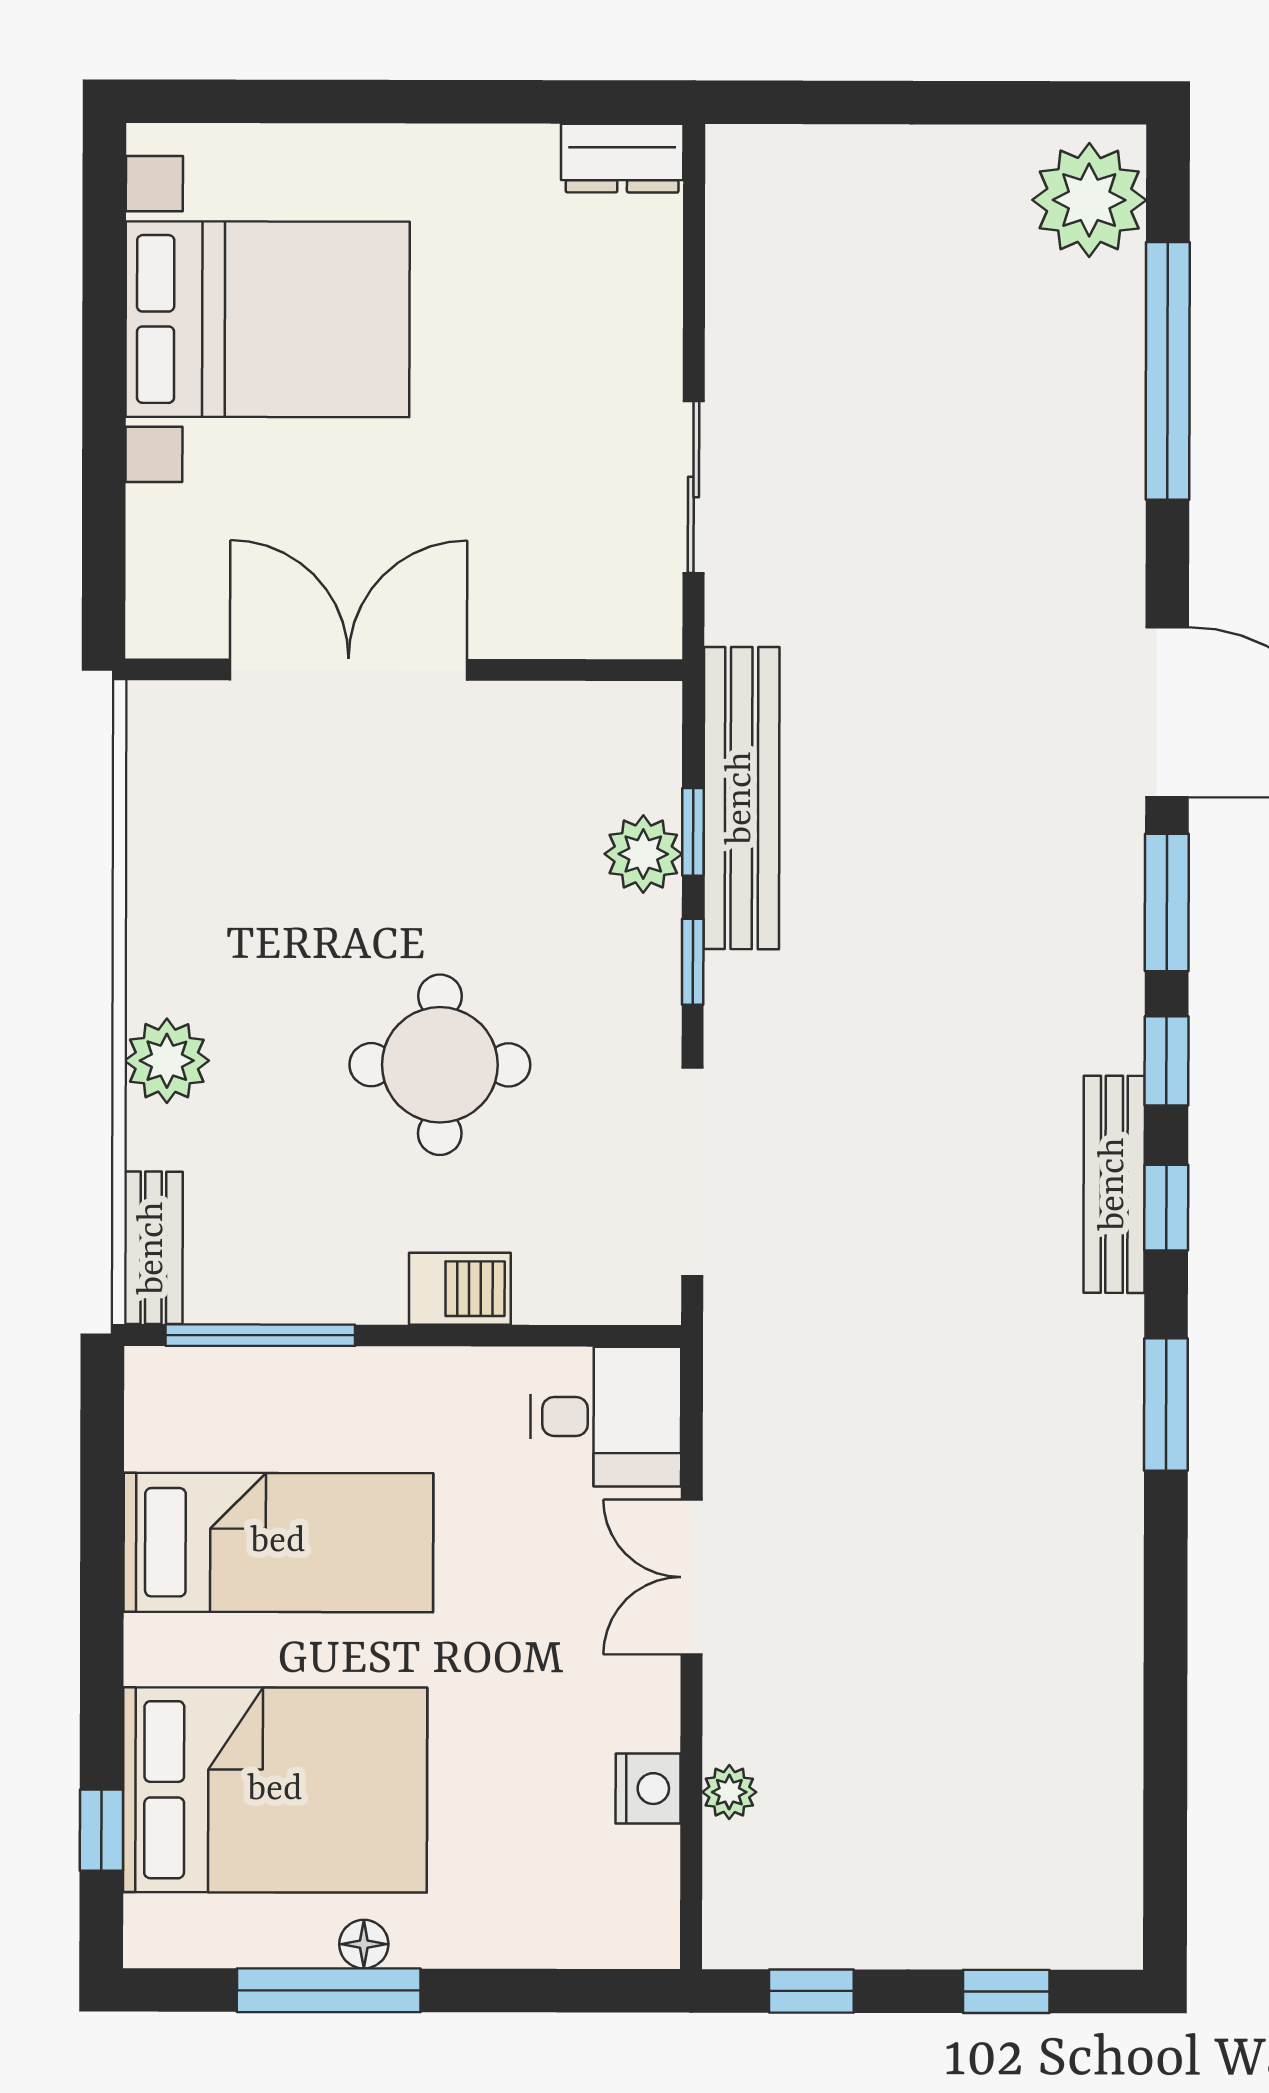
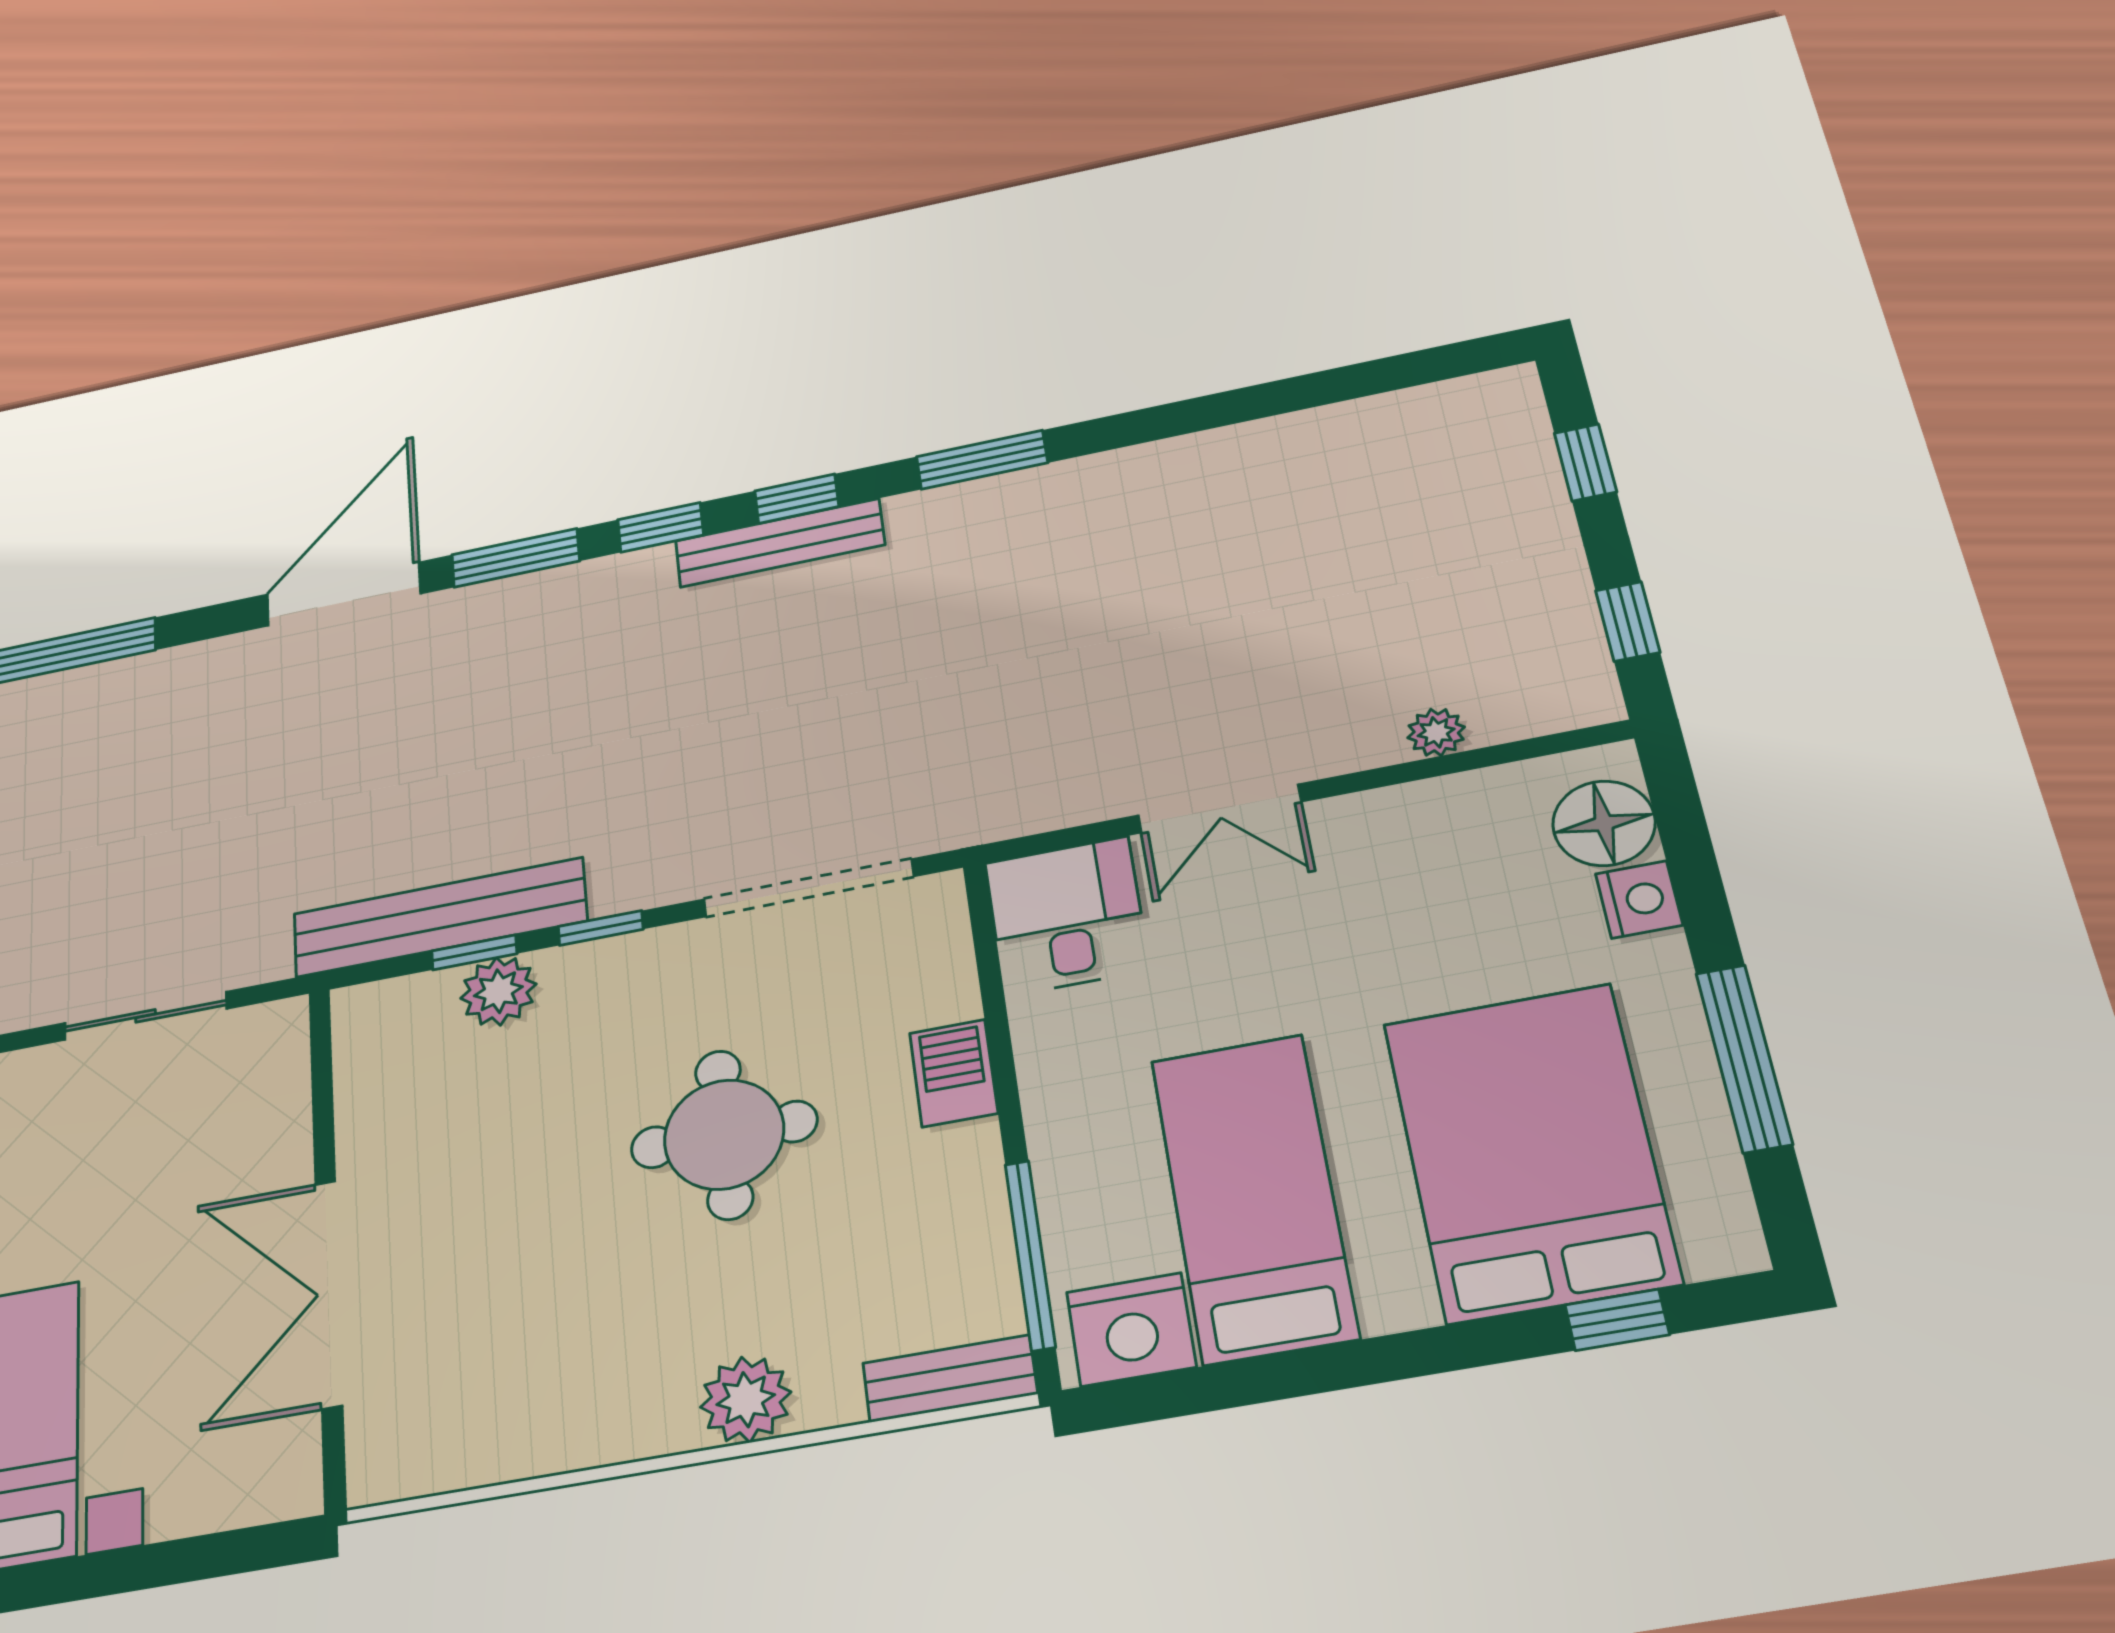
nightstand: (170, 1415) -> (1131, 1329), added
nightstand: (648, 1789) -> (1639, 899), moved, turned 90
floor lamp: (364, 1944) -> (1604, 823), moved, width x1.89, depth x1.89

